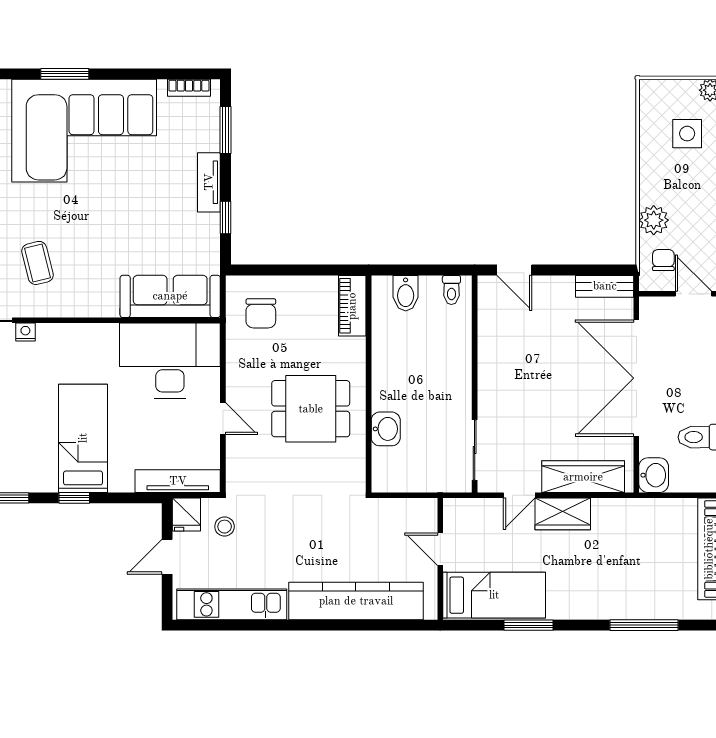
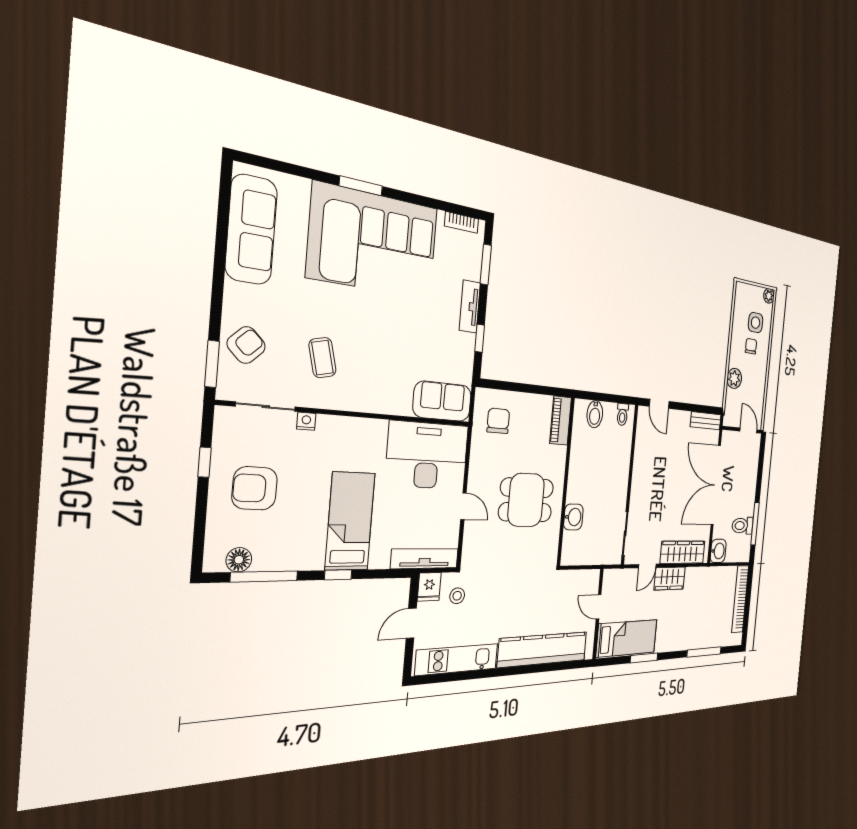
chair: (663, 260) -> (751, 346), moved
sofa: (170, 296) -> (442, 401), width x0.73
chair: (261, 313) -> (498, 421), turned 180

